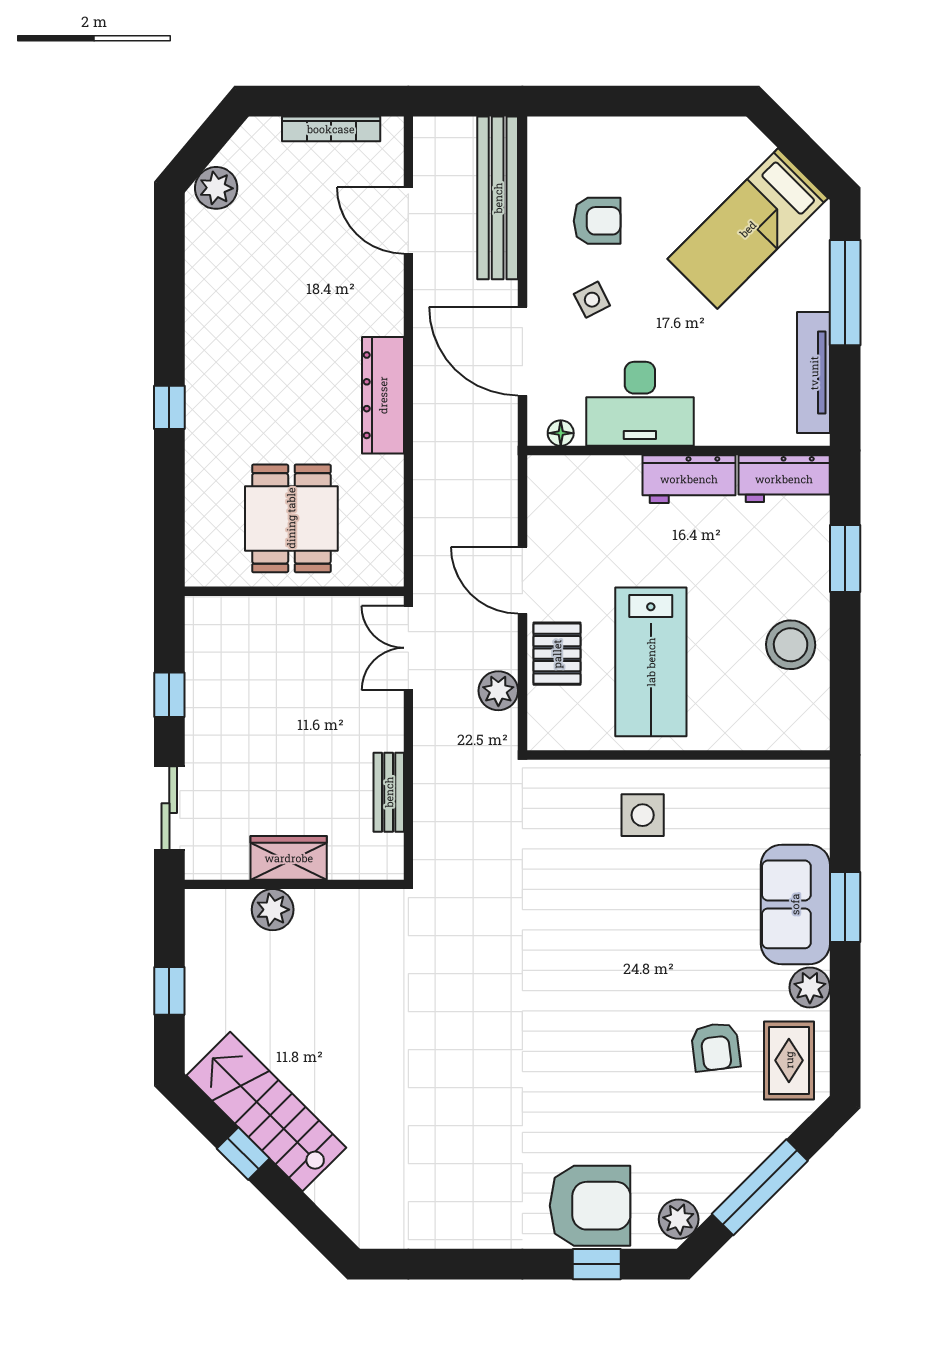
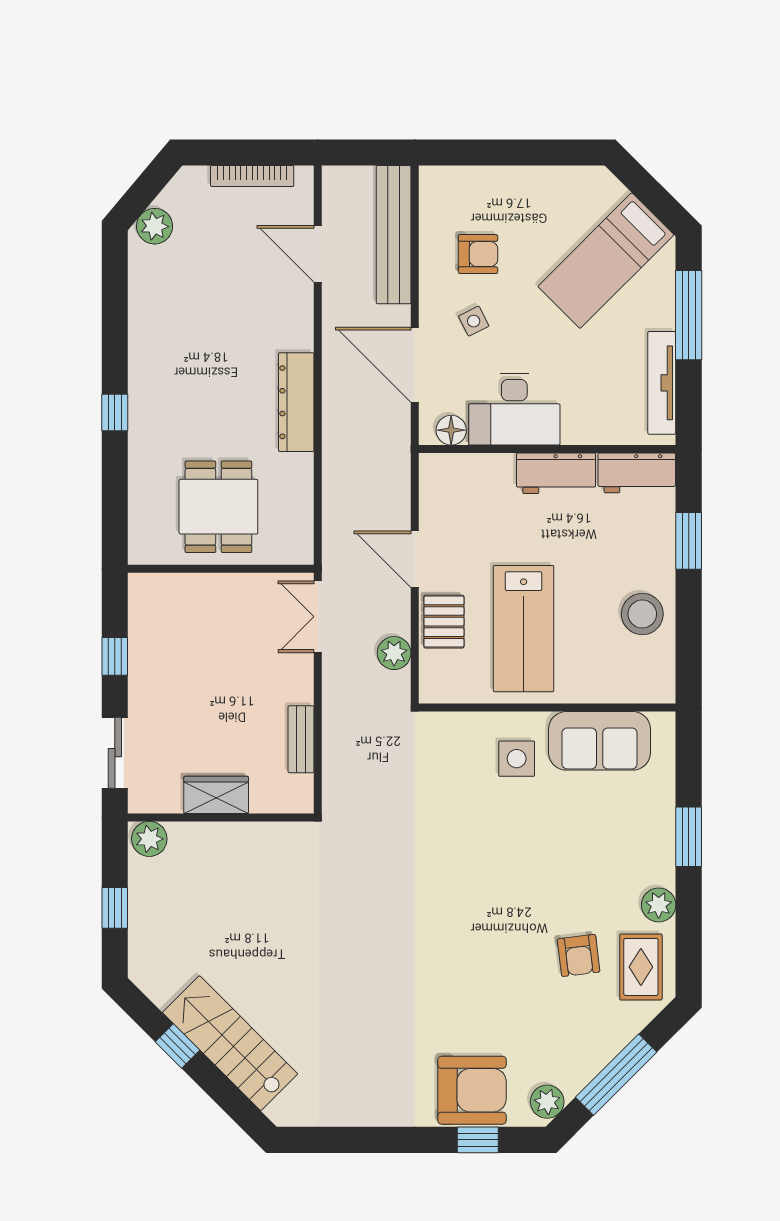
floor lamp: (561, 433) -> (451, 430), width x1.37, depth x1.37
sofa: (795, 904) -> (600, 741), moved, turned -90
plant: (273, 910) -> (149, 839), moved
stairs: (266, 1111) -> (230, 1043), moved

